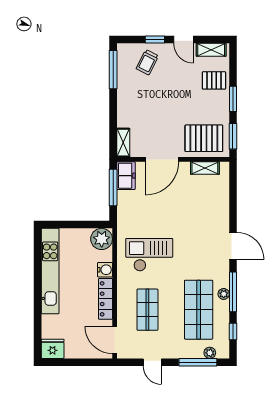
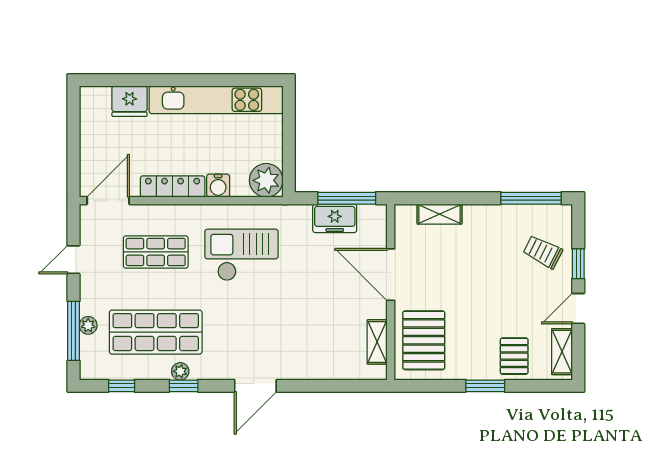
window: (233, 136) -> (427, 386), removed
shelving: (123, 143) -> (439, 214), moved
freezer: (126, 176) -> (335, 218), moved
checkout: (149, 255) -> (242, 255), turned -90
window: (233, 292) -> (184, 386), width x0.46
fridge: (53, 349) -> (130, 101), moved, turned 90
plant: (210, 353) -> (88, 325), moved

